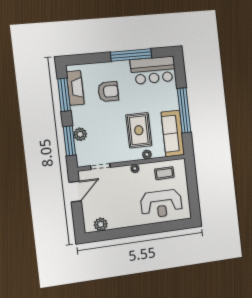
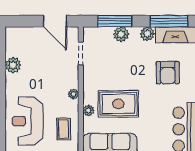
plant: (77, 112) -> (147, 34), added
plant: (101, 224) -> (13, 65), moved

